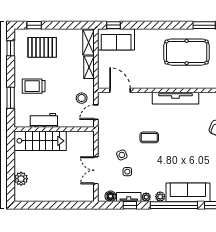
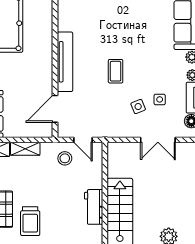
trolley: (34, 86) -> (30, 221), moved
tv unit: (176, 98) -> (65, 62), moved

